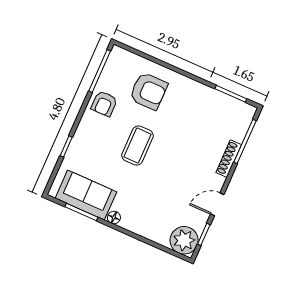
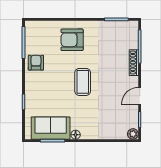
armchair: (148, 91) -> (72, 40), moved, turned 180
armchair: (104, 104) -> (36, 63), turned 180
coffee table: (138, 146) -> (83, 82), moved
plant: (184, 240) -> (133, 134), width x0.53, depth x0.53

